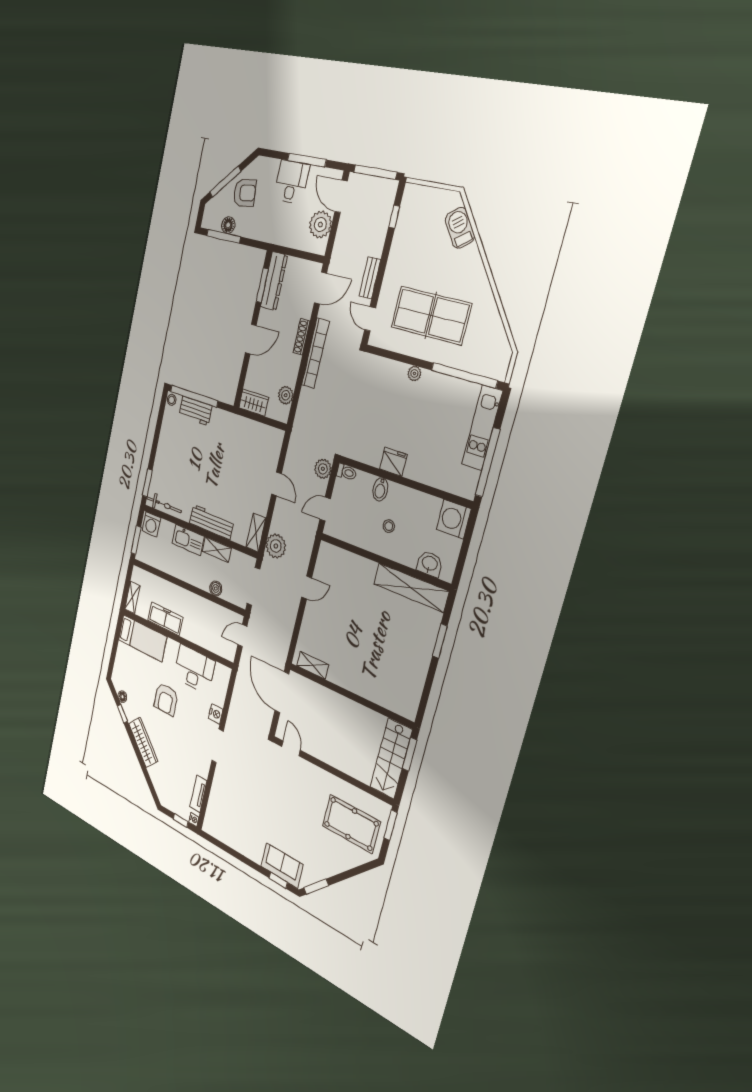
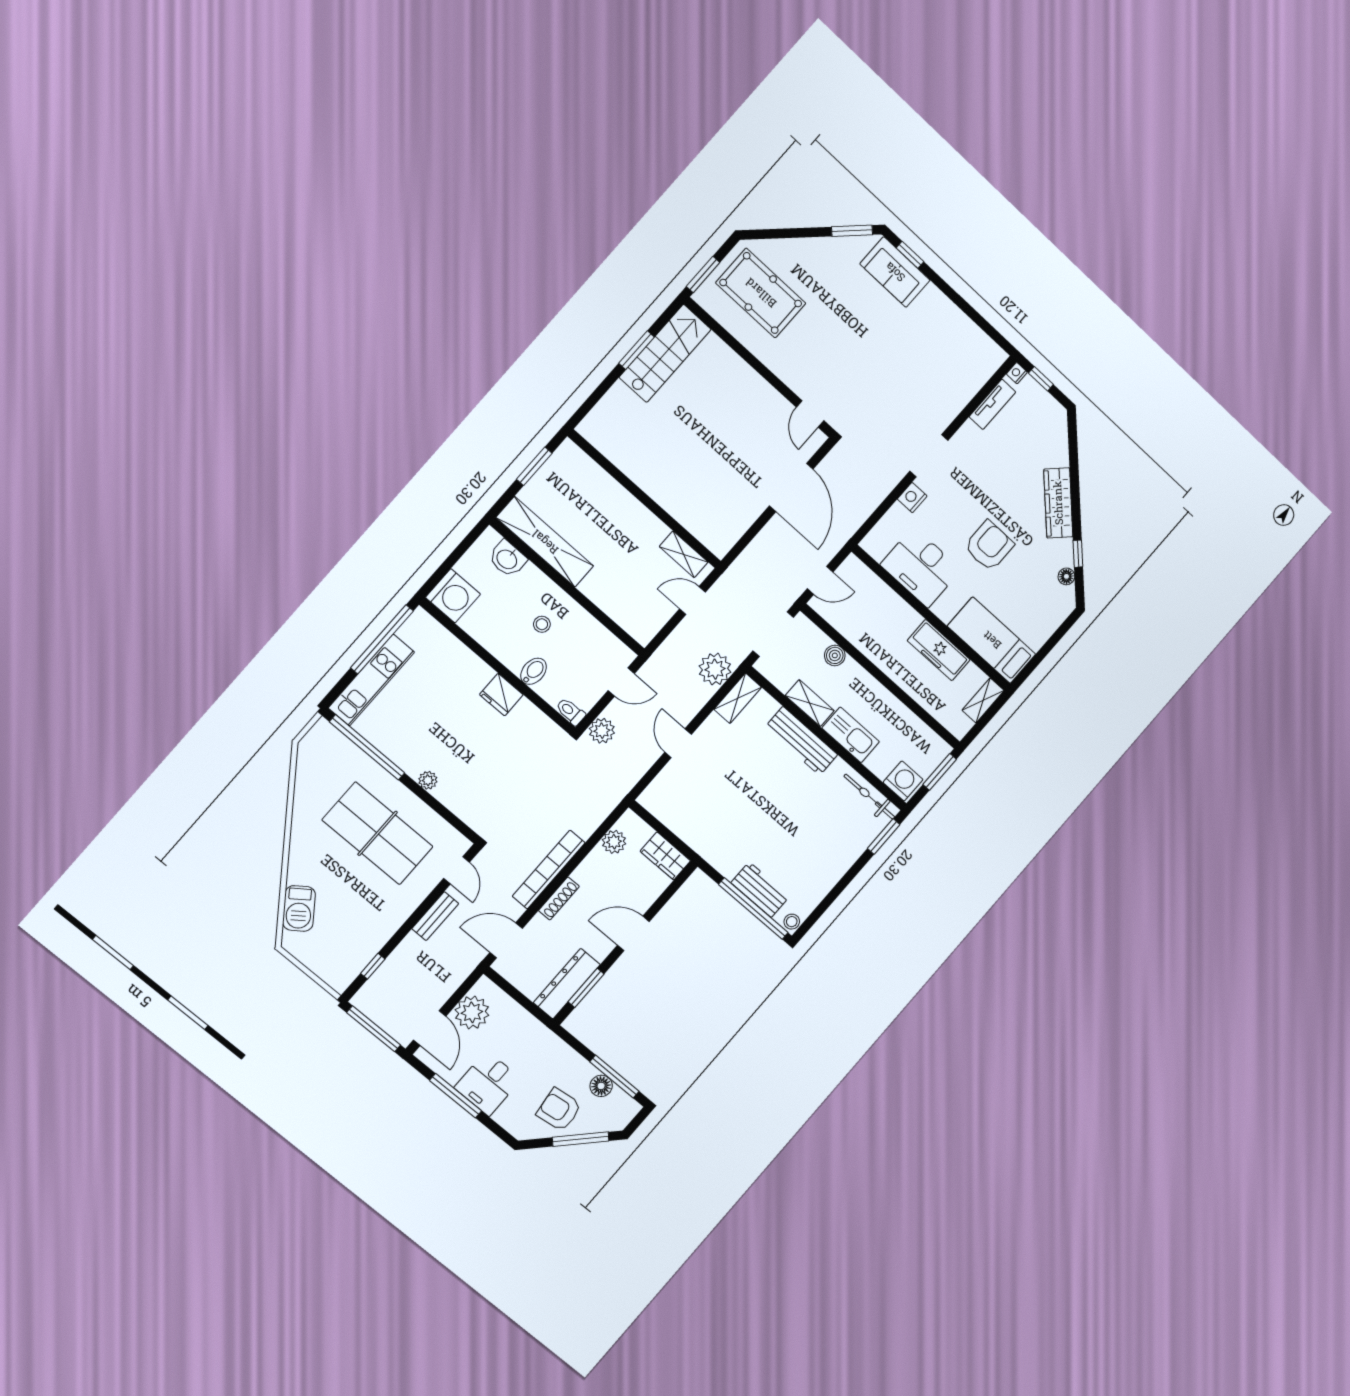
shelving: (313, 665) -> (684, 554), moved
wall: (350, 695) -> (645, 499), moved

